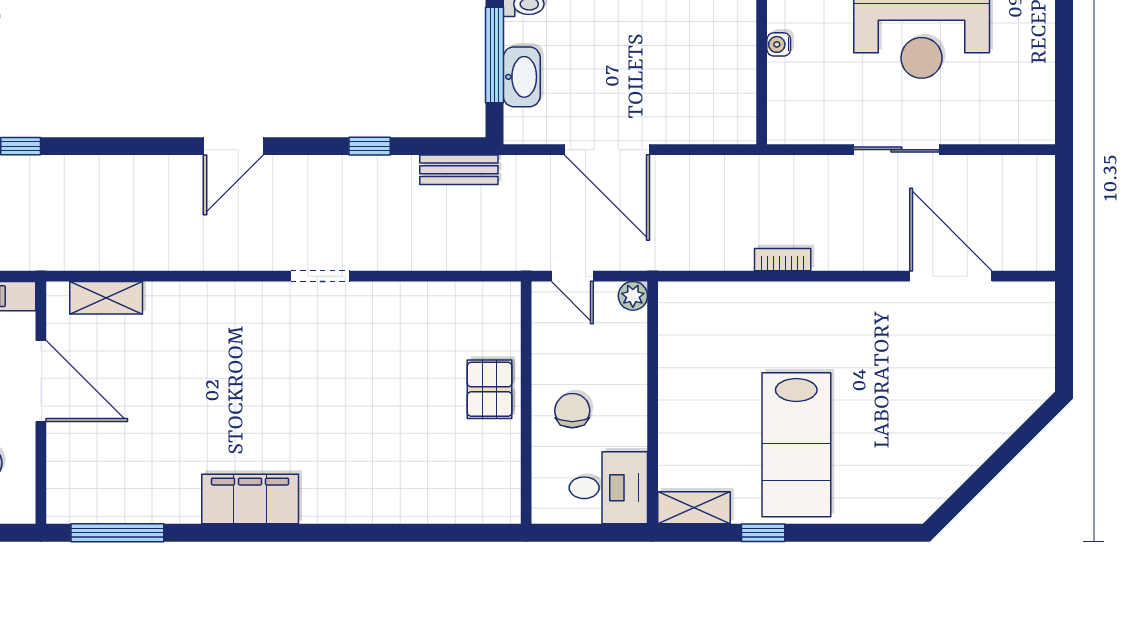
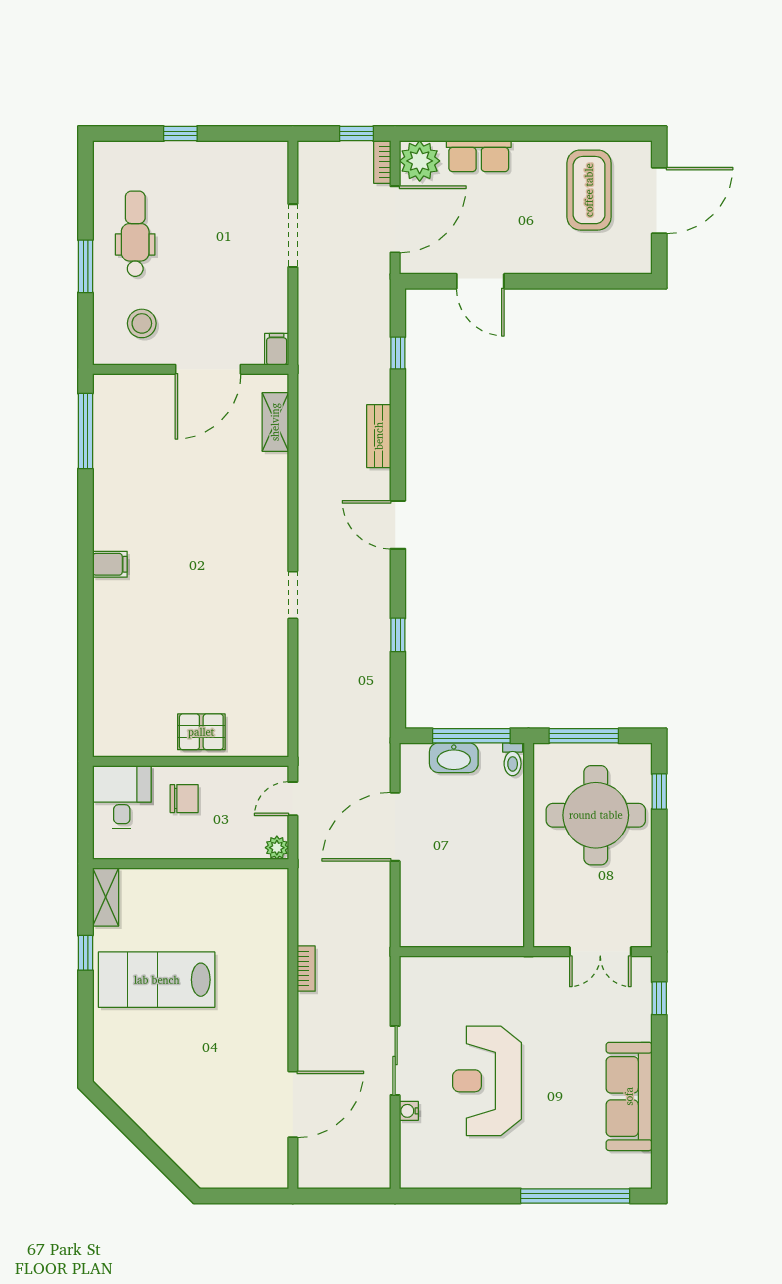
water cooler: (779, 44) -> (409, 1111), moved, turned -90
bench: (459, 170) -> (379, 436), moved
desk: (608, 488) -> (122, 797), moved, turned 180
filing cabinet: (250, 499) -> (110, 564), width x0.33, depth x0.86

